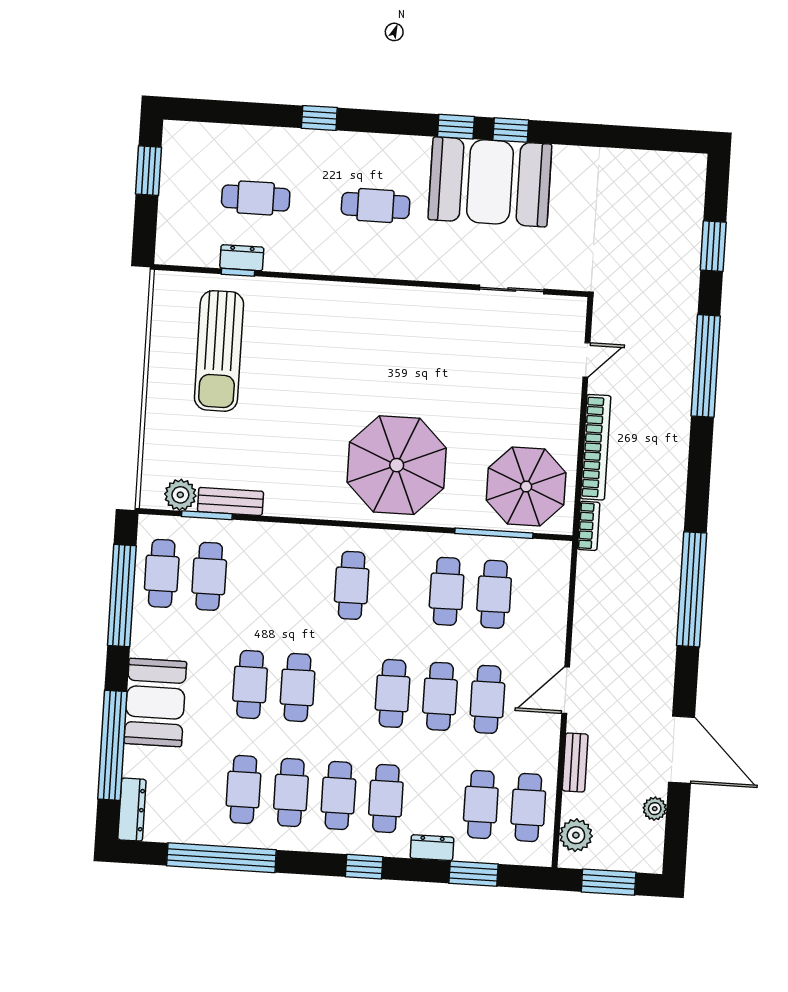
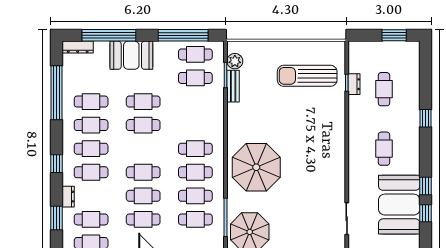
cafe table: (399, 588) -> (195, 172), added

